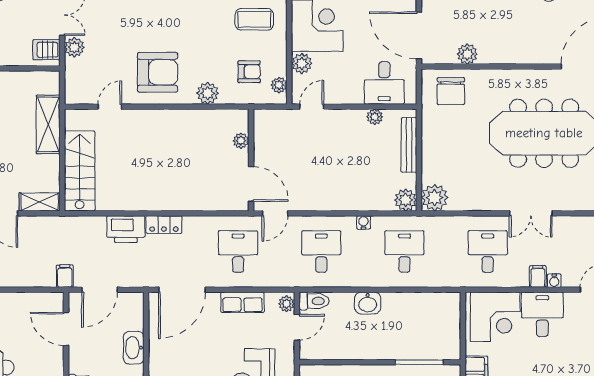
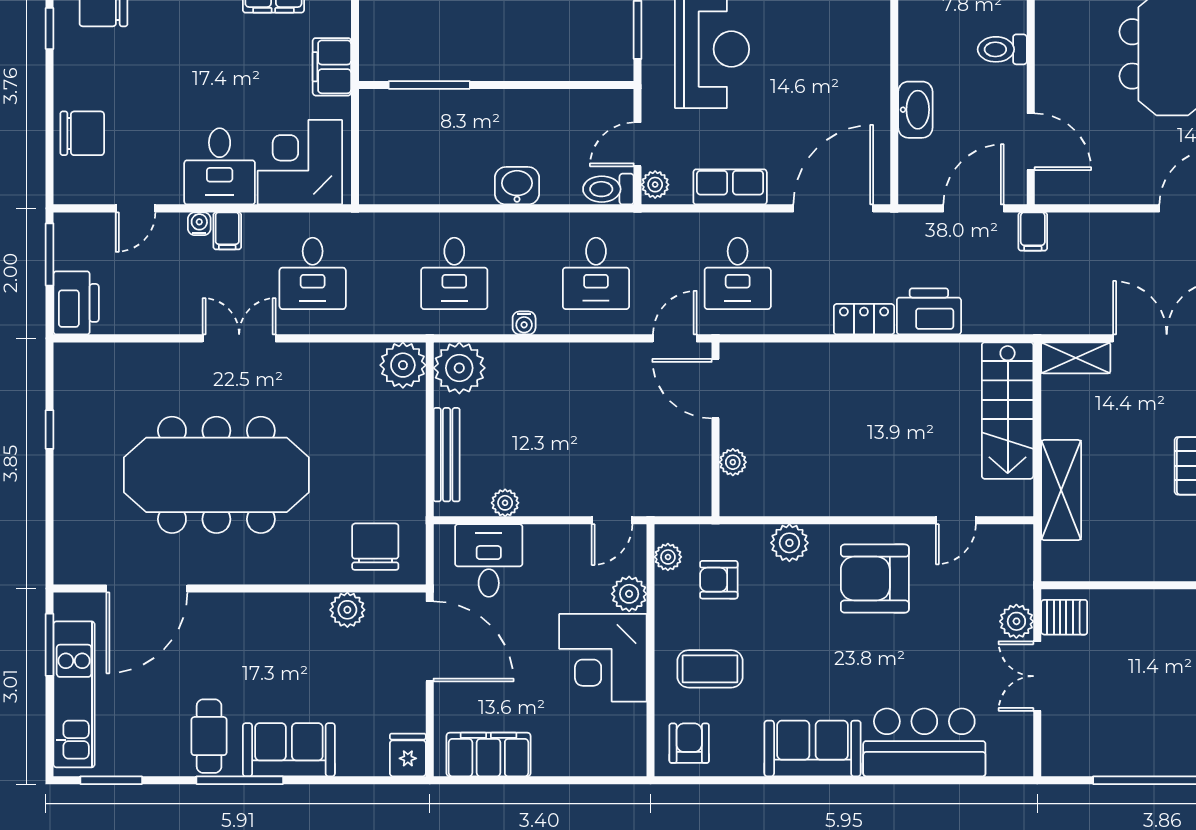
plant: (406, 200) -> (459, 368), width x1.36, depth x1.36

